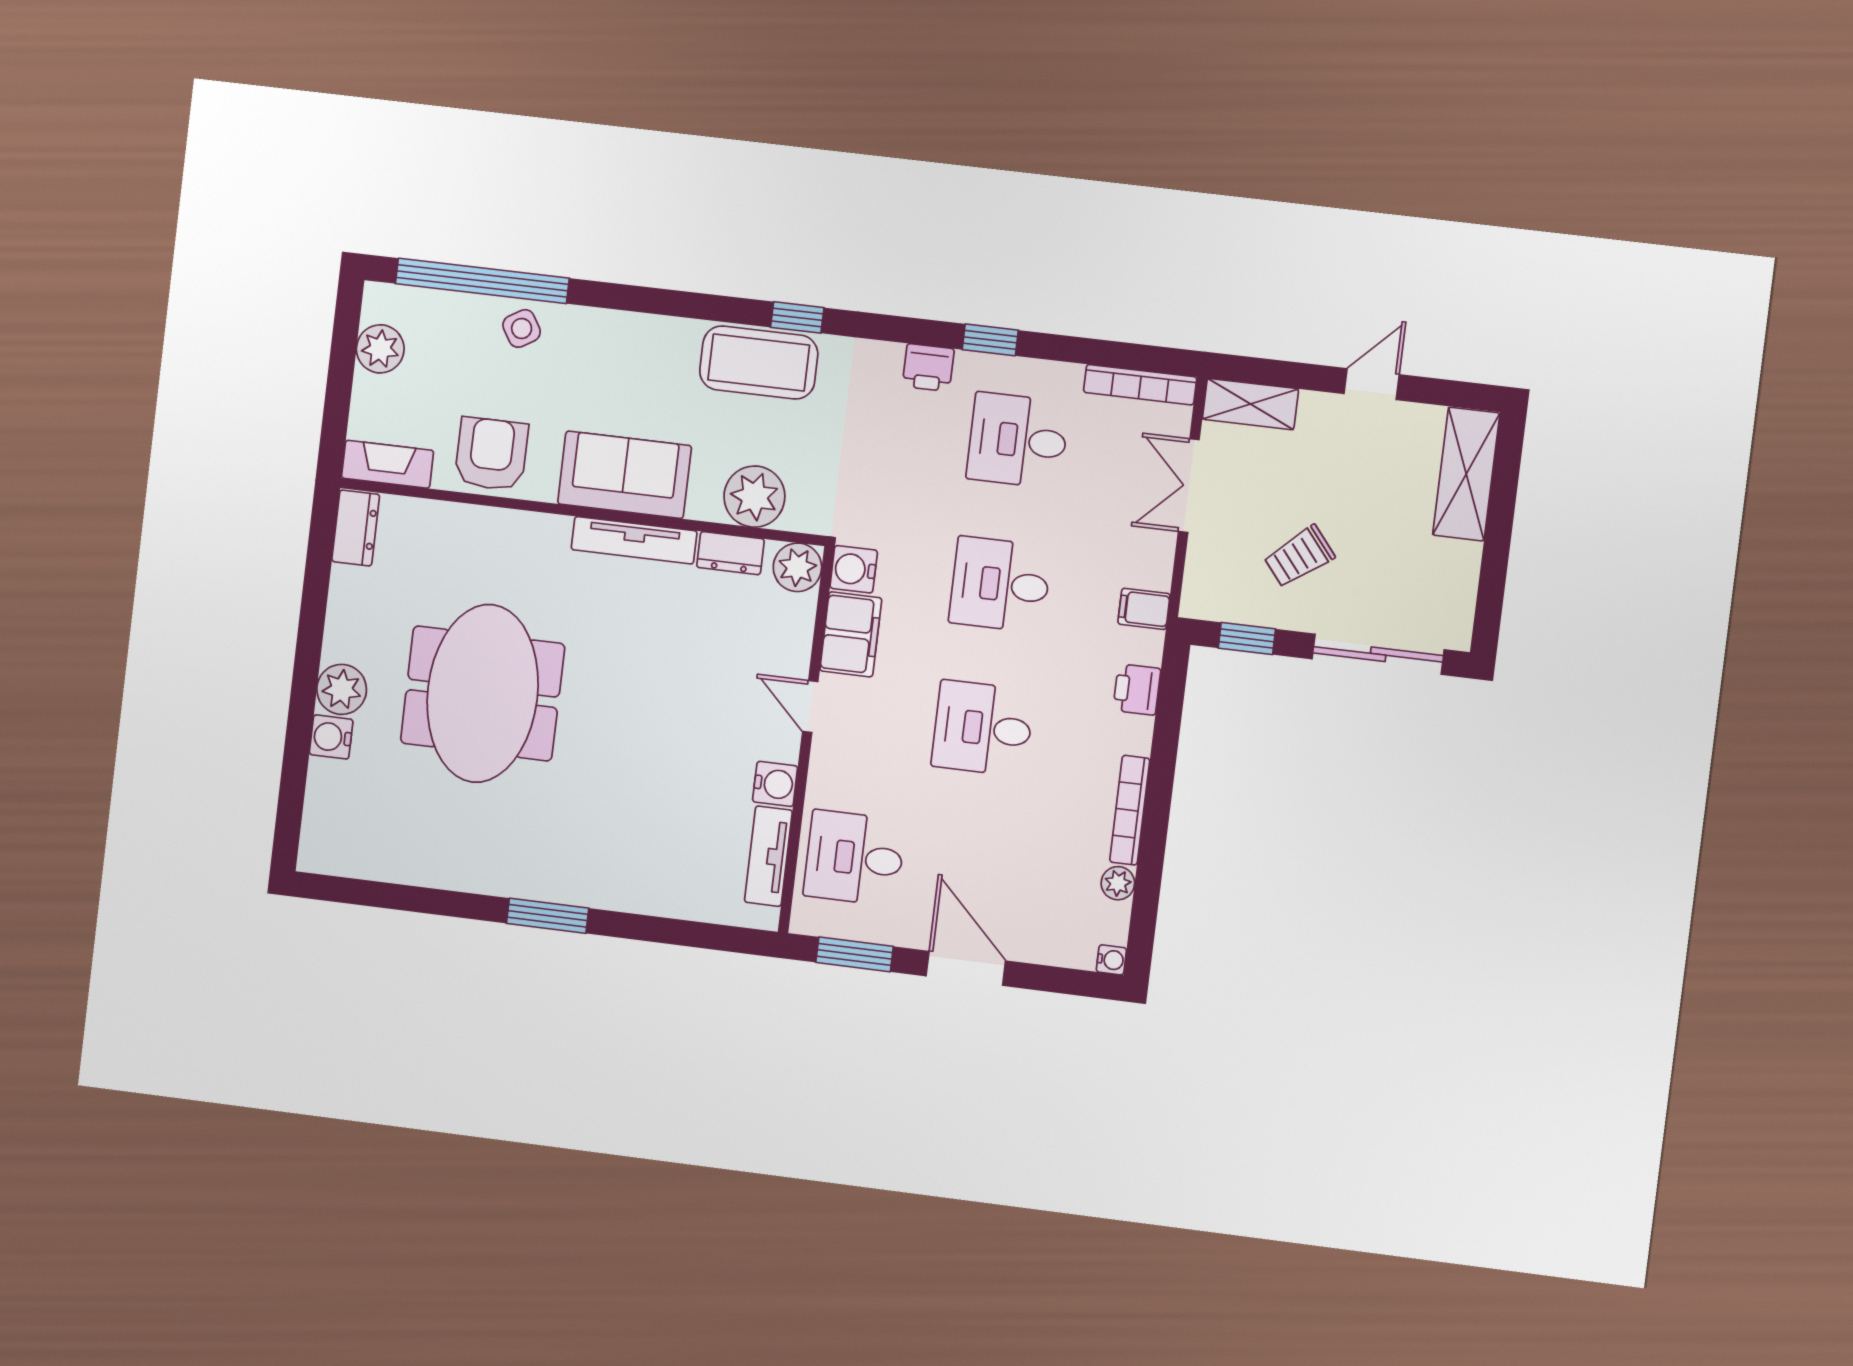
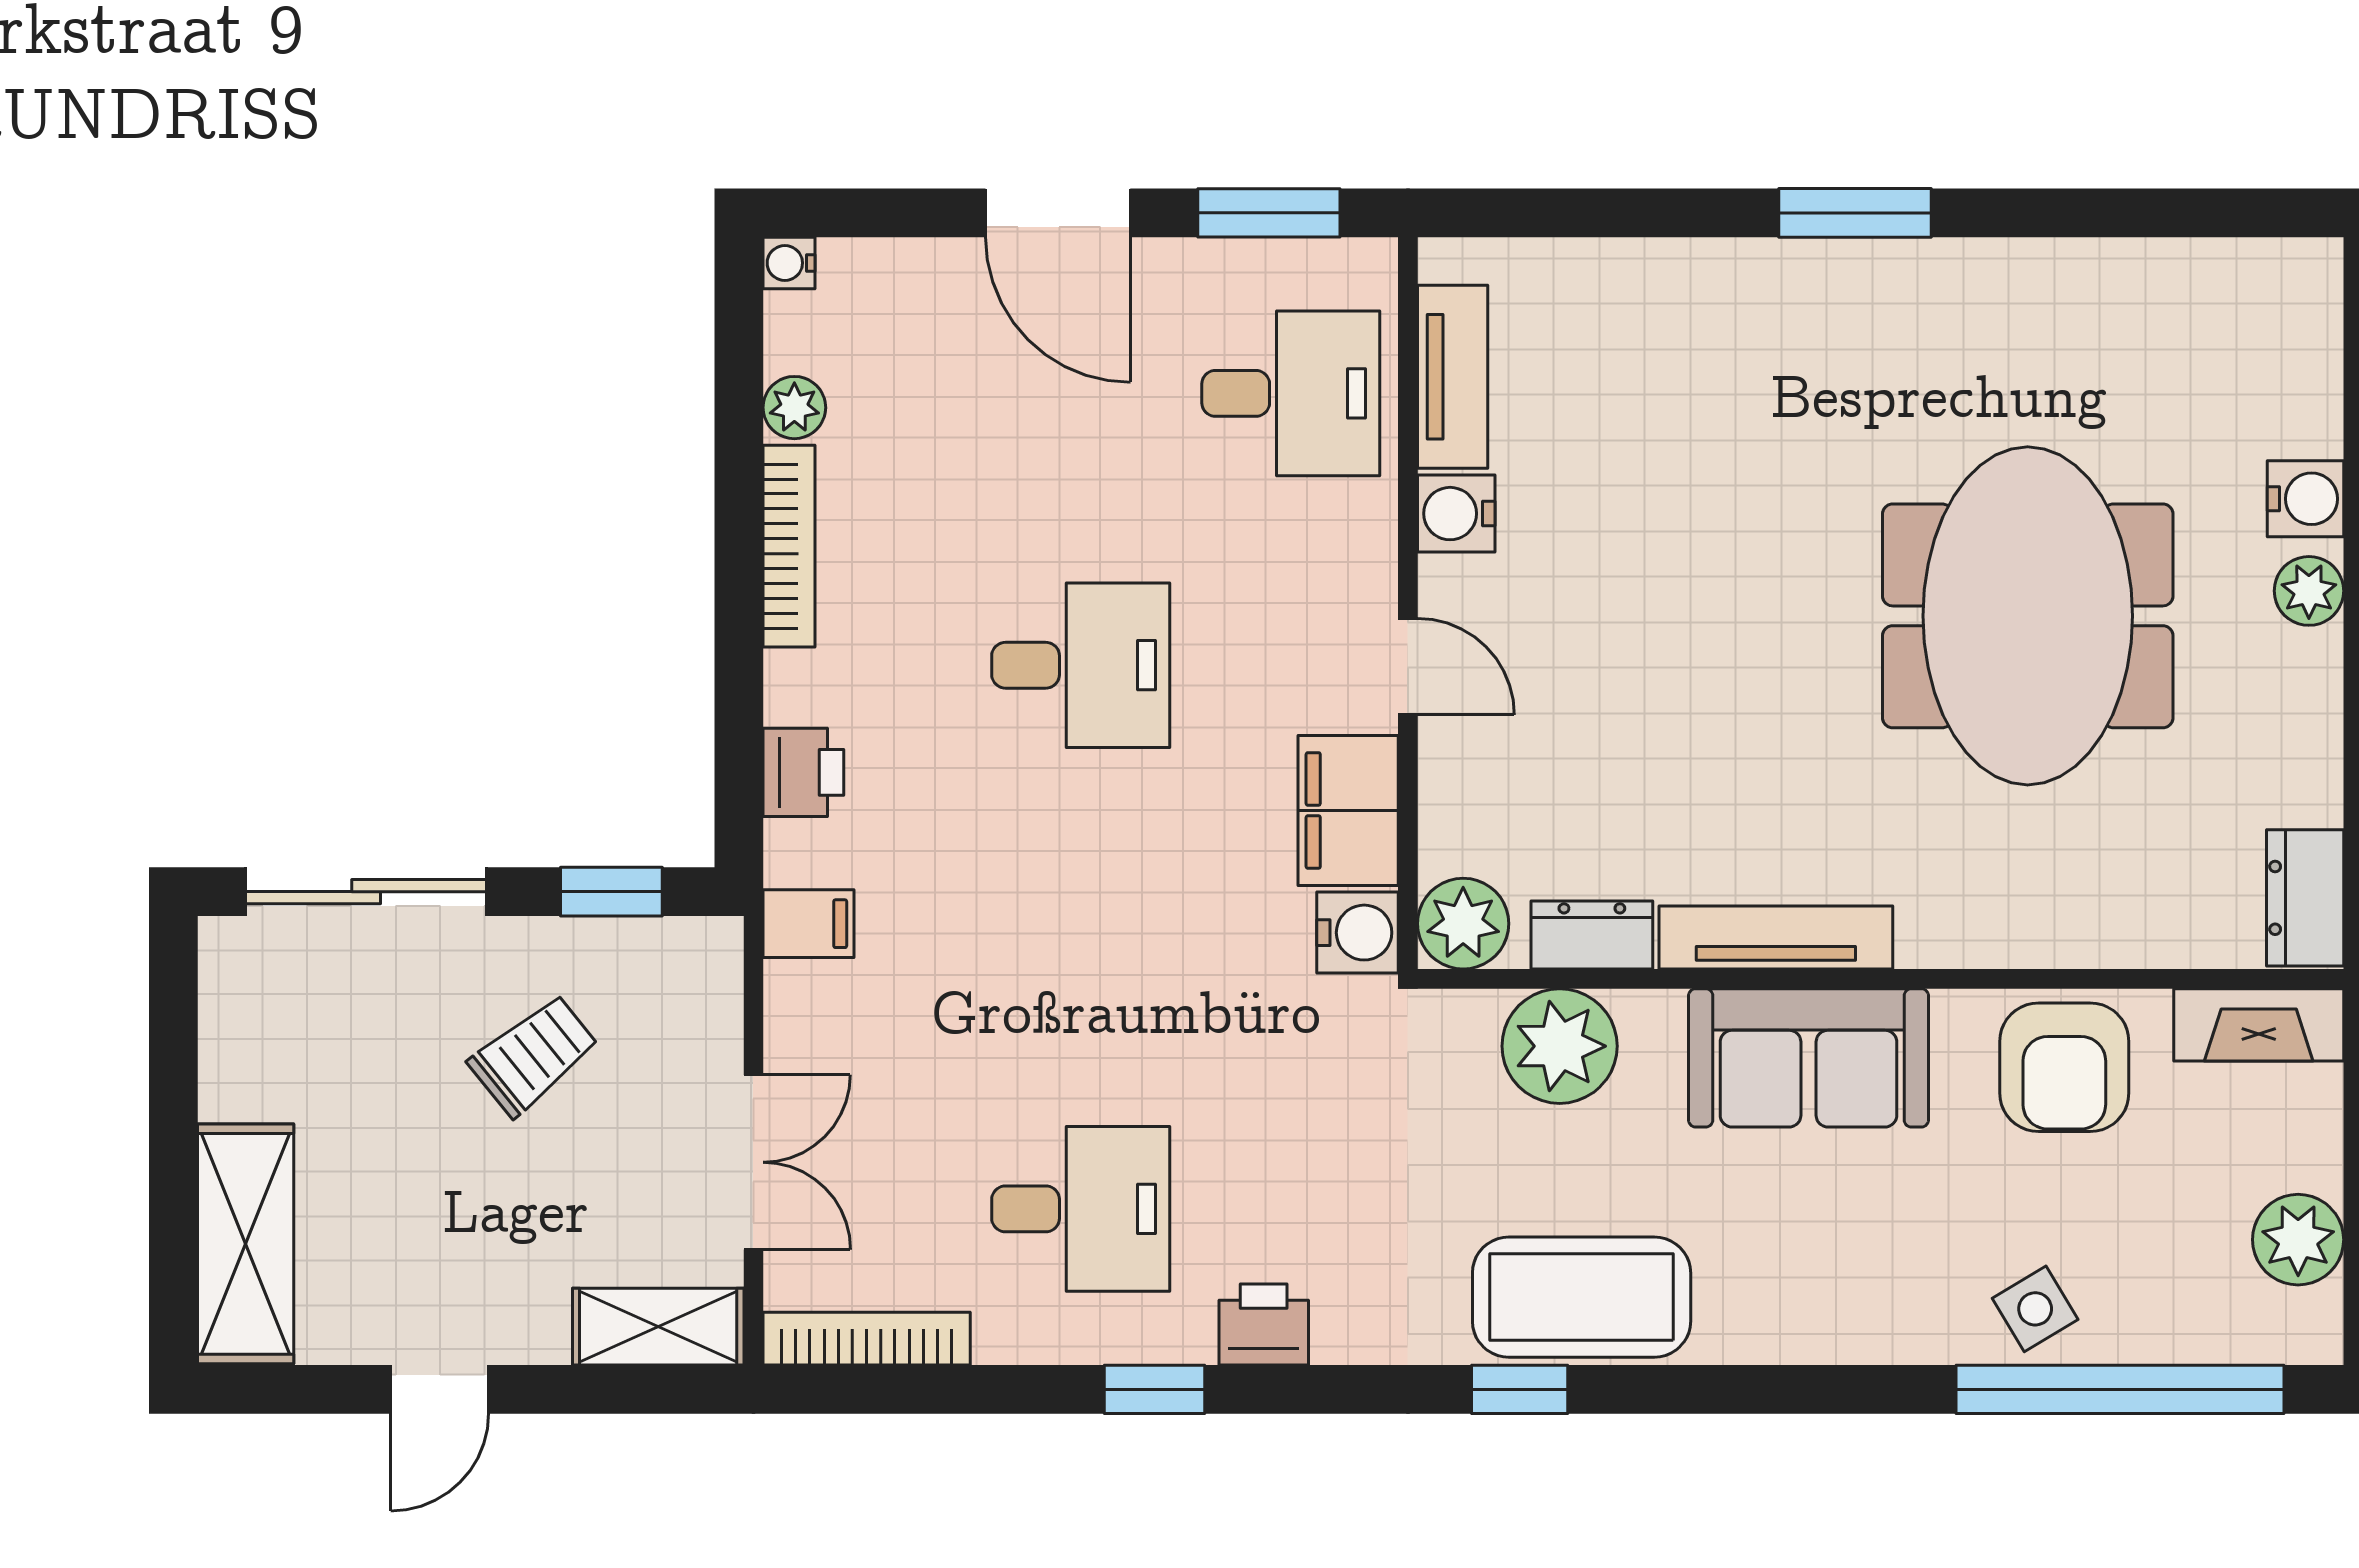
desk: (1000, 584) -> (1081, 937), removed
plant: (342, 689) -> (2309, 591), width x0.73, depth x0.73

